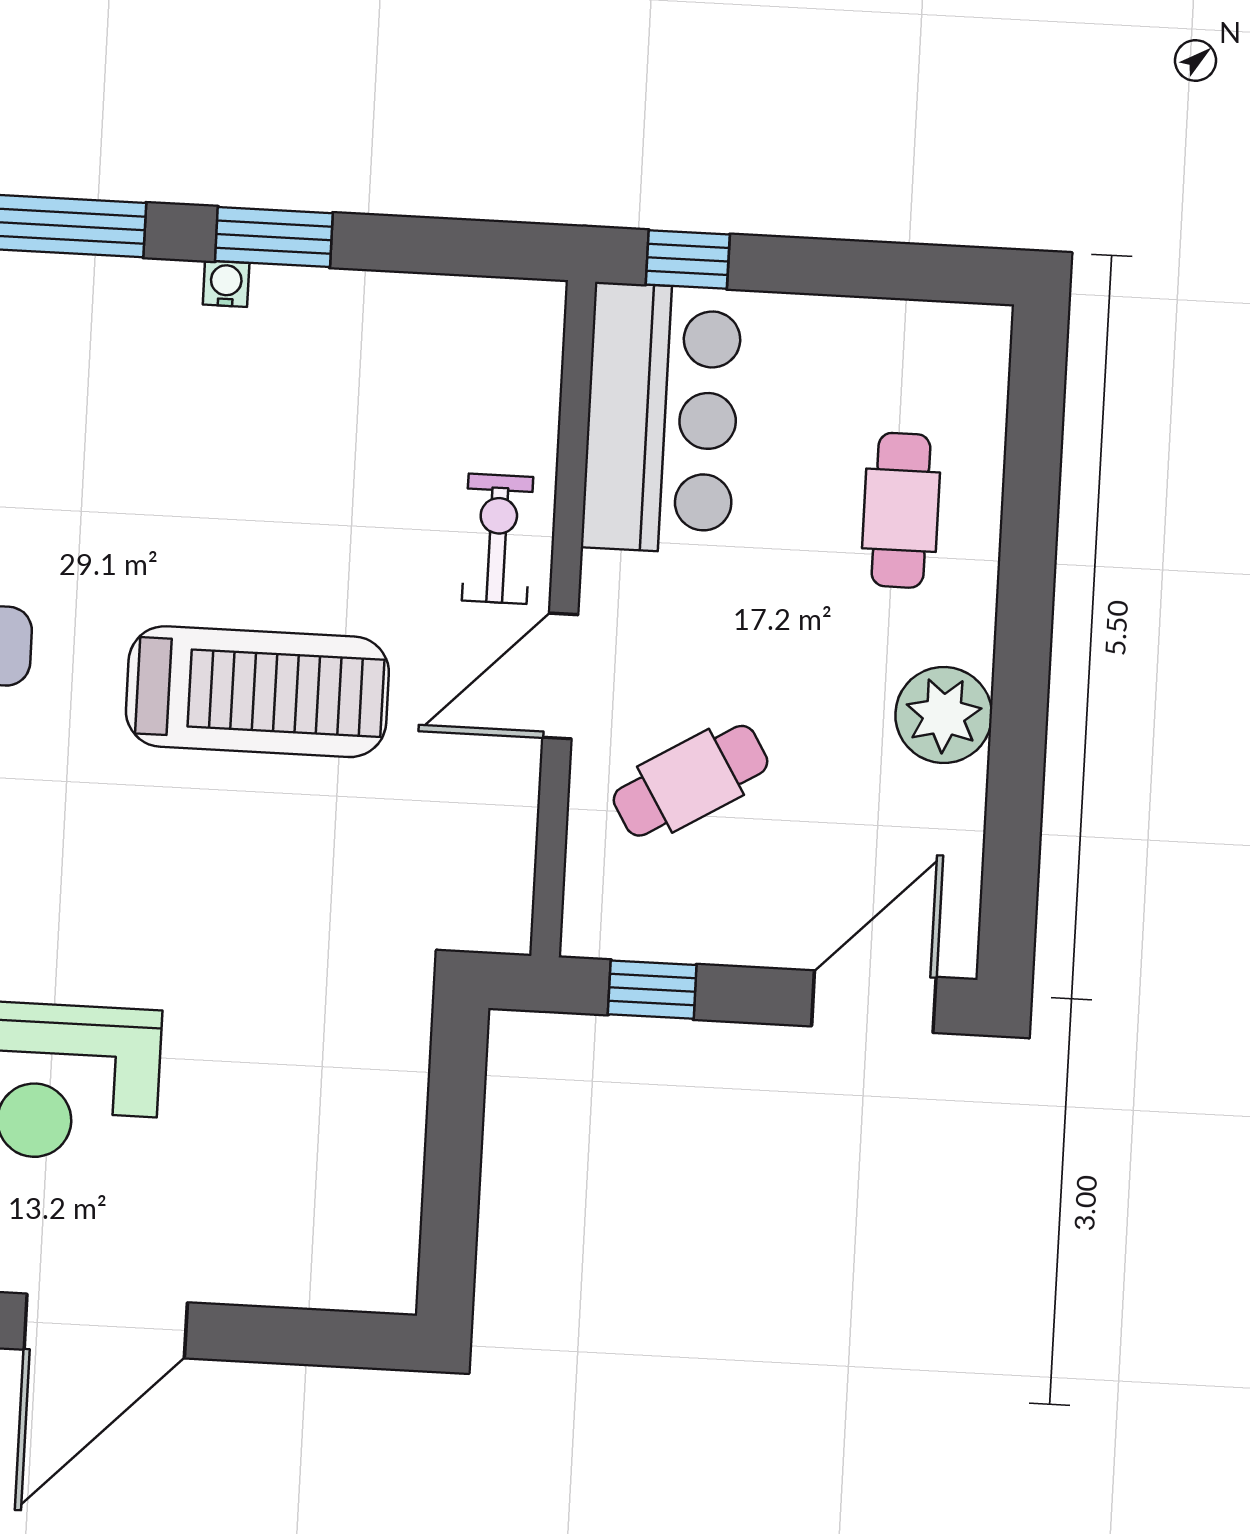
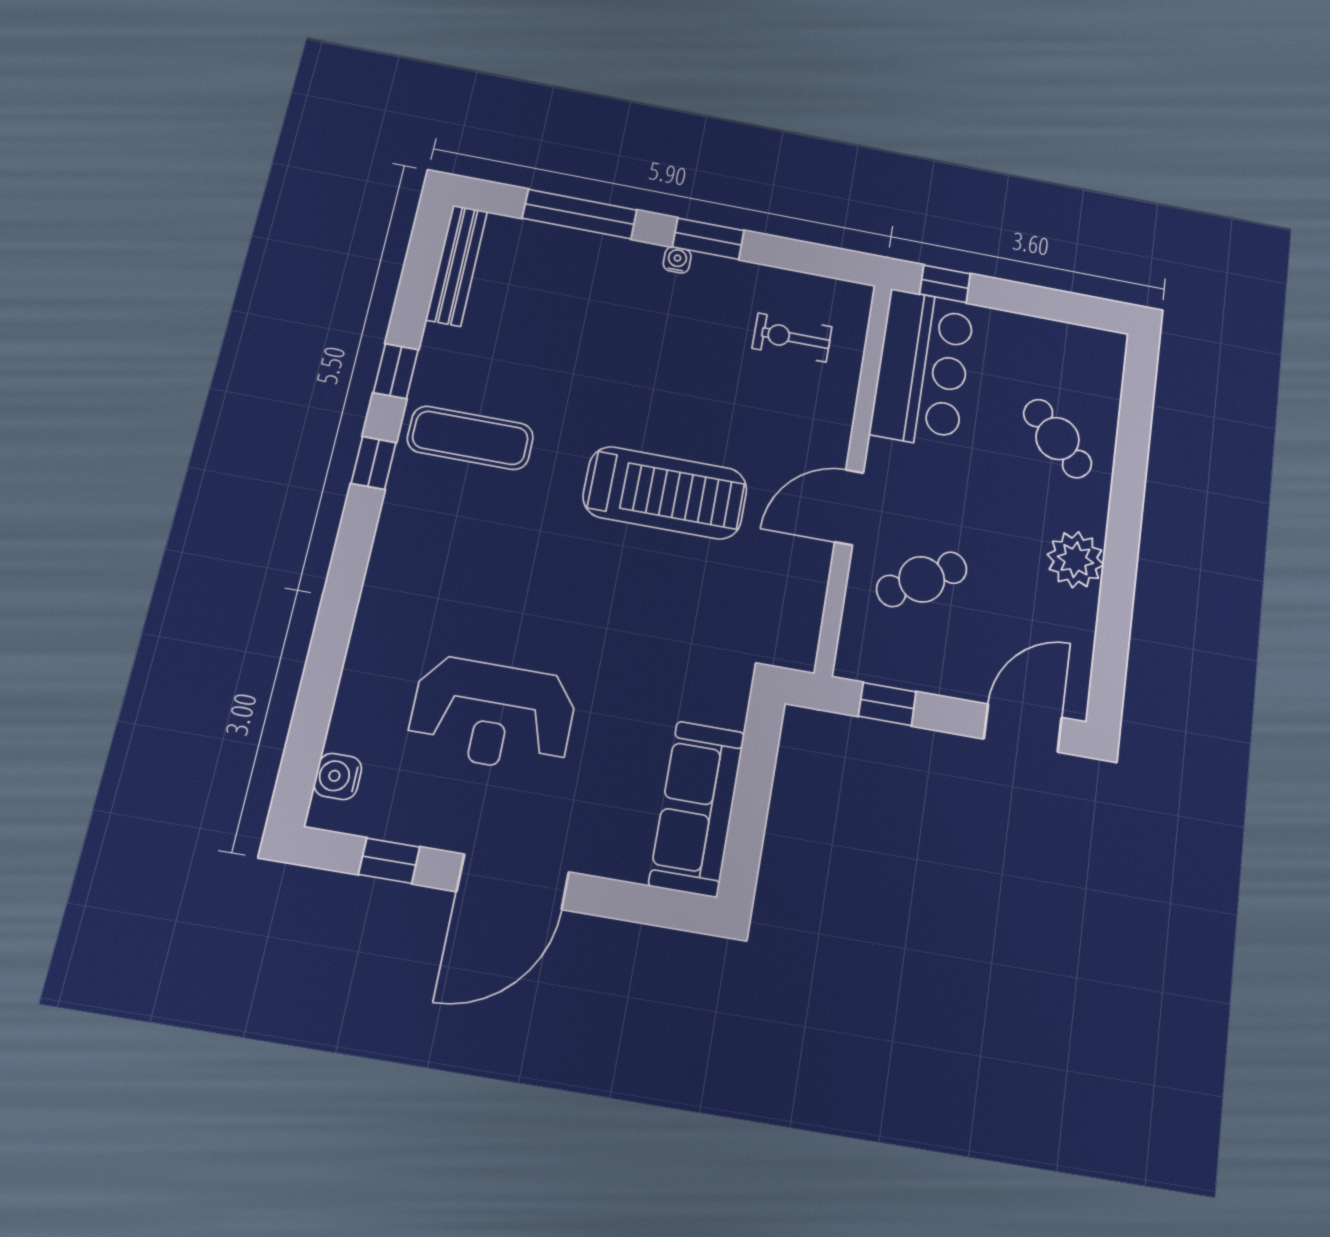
cafe table: (901, 510) -> (1057, 439), turned -45
exercise bike: (498, 539) -> (792, 338), moved, turned -90
sofa: (370, 1186) -> (697, 808), added

